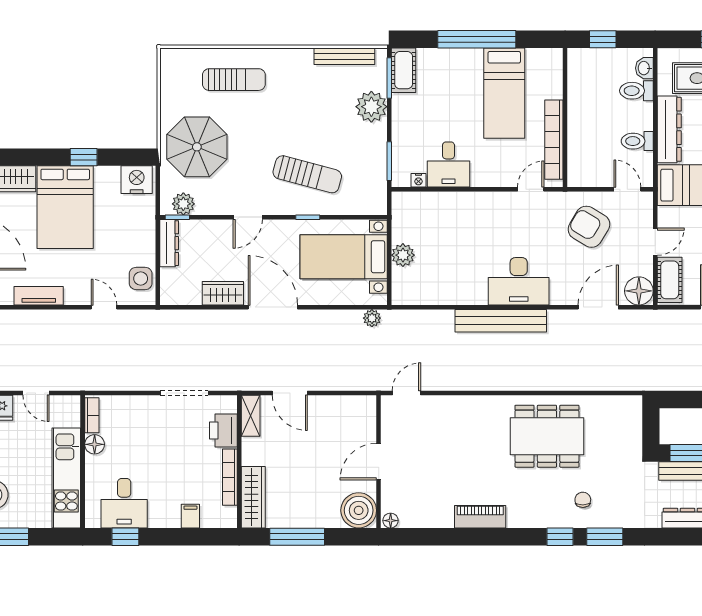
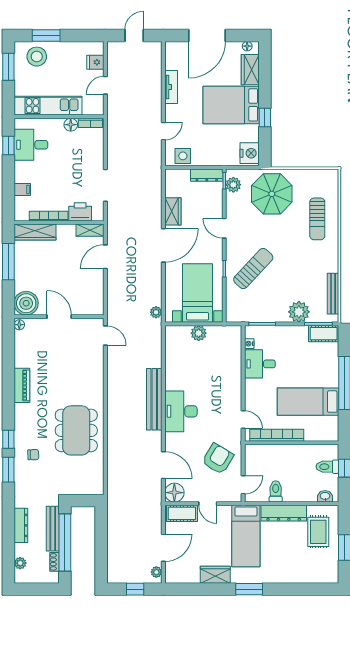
toilet: (636, 91) -> (327, 467), moved, turned -90
sun lounger: (307, 174) -> (253, 268), turned -152

